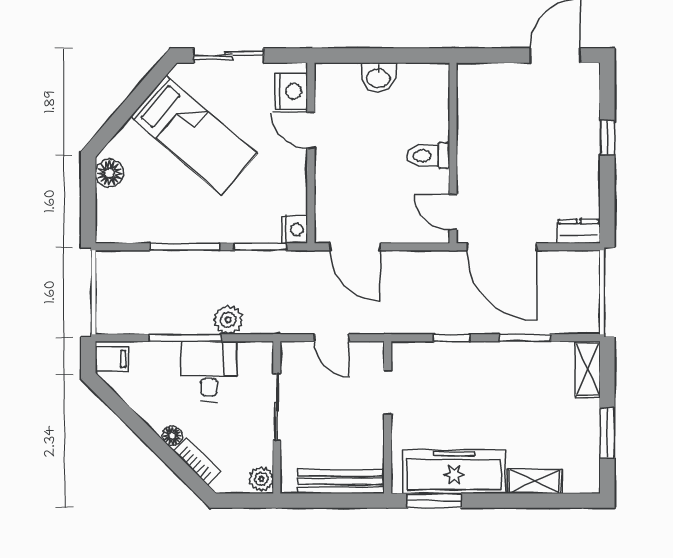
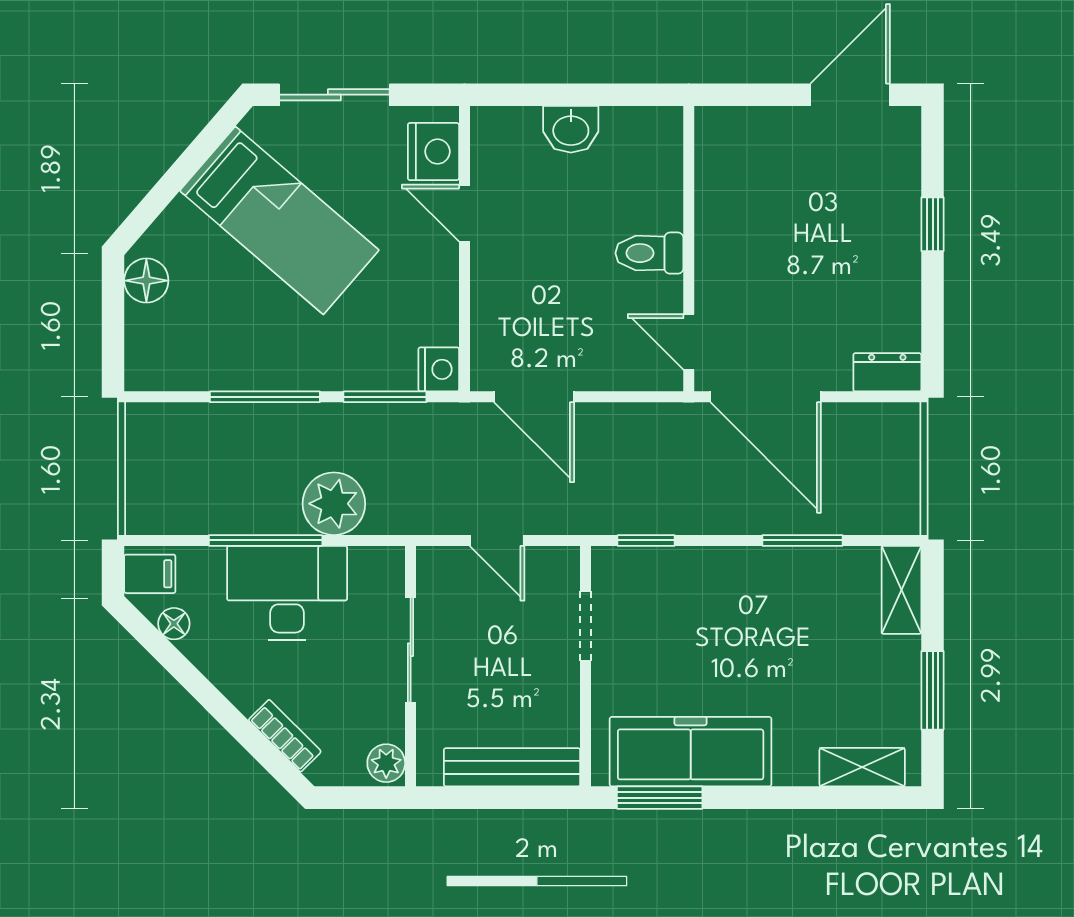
plant: (228, 320) -> (334, 504), width x1.36, depth x1.36
window: (452, 338) -> (646, 540), moved
desk: (209, 371) -> (287, 593), width x1.37
floor lamp: (172, 436) -> (174, 624), moved
shelving: (535, 481) -> (862, 767), moved

